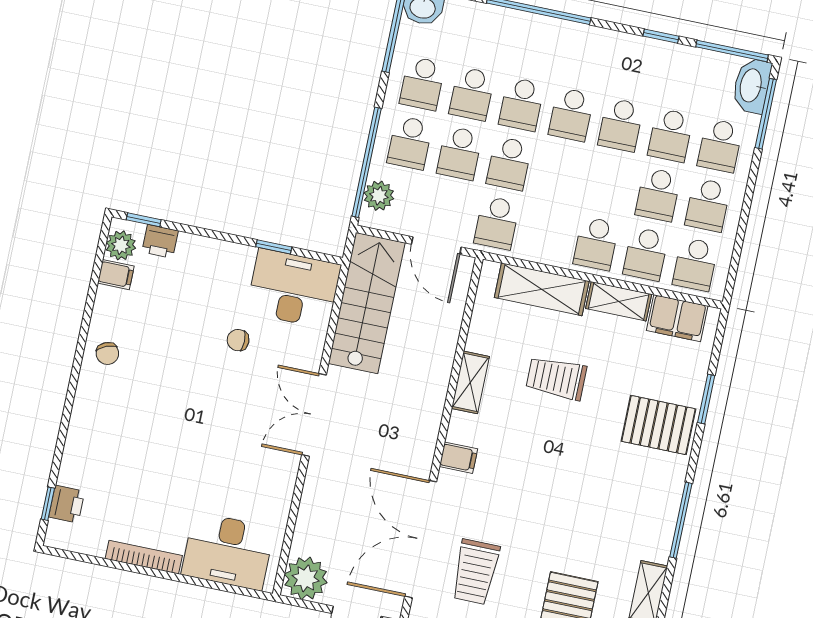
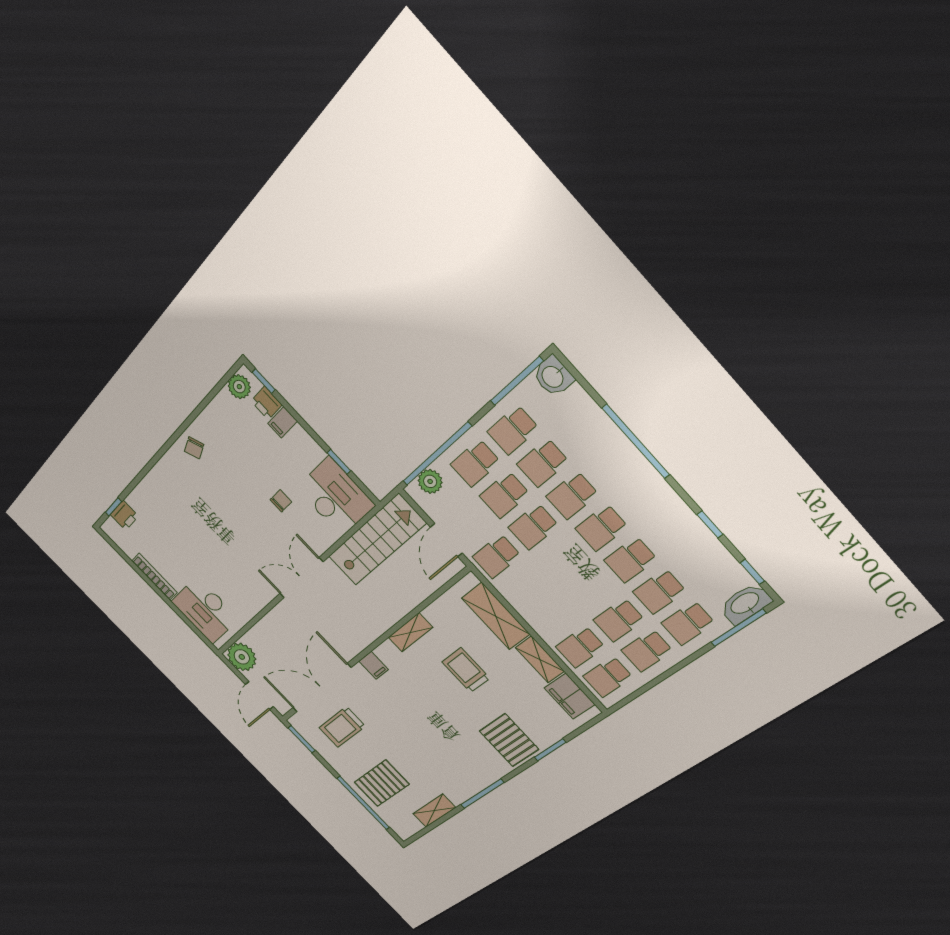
window: (732, 51) -> (752, 572), width x0.46
school desk: (596, 244) -> (553, 617), removed
filing cabinet: (116, 275) -> (283, 422), moved, turned 90
chair: (238, 340) -> (281, 501), turned 90

